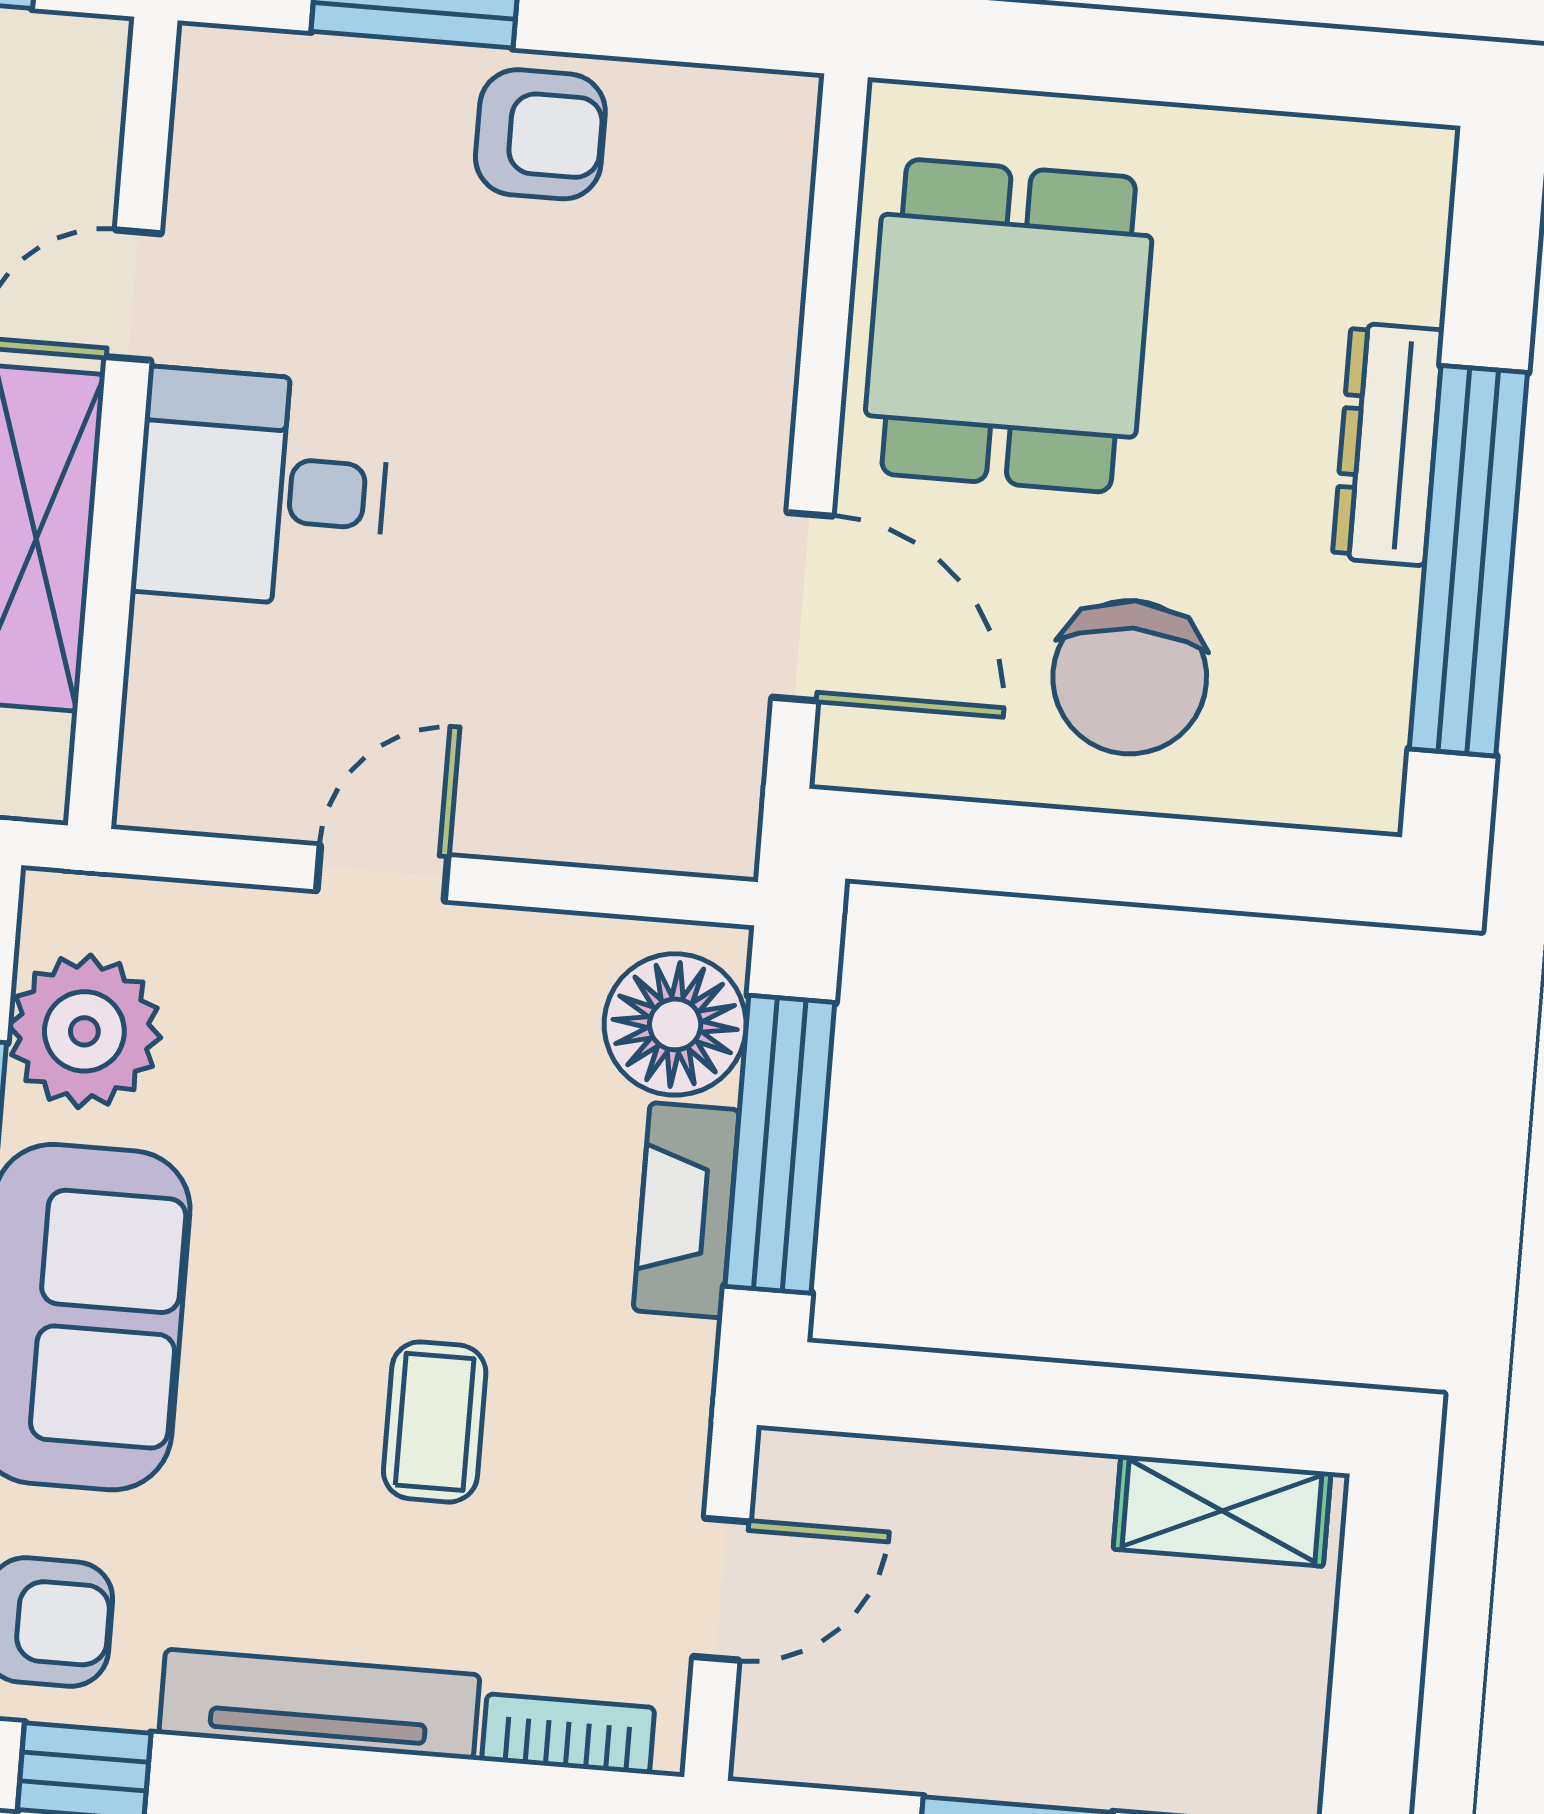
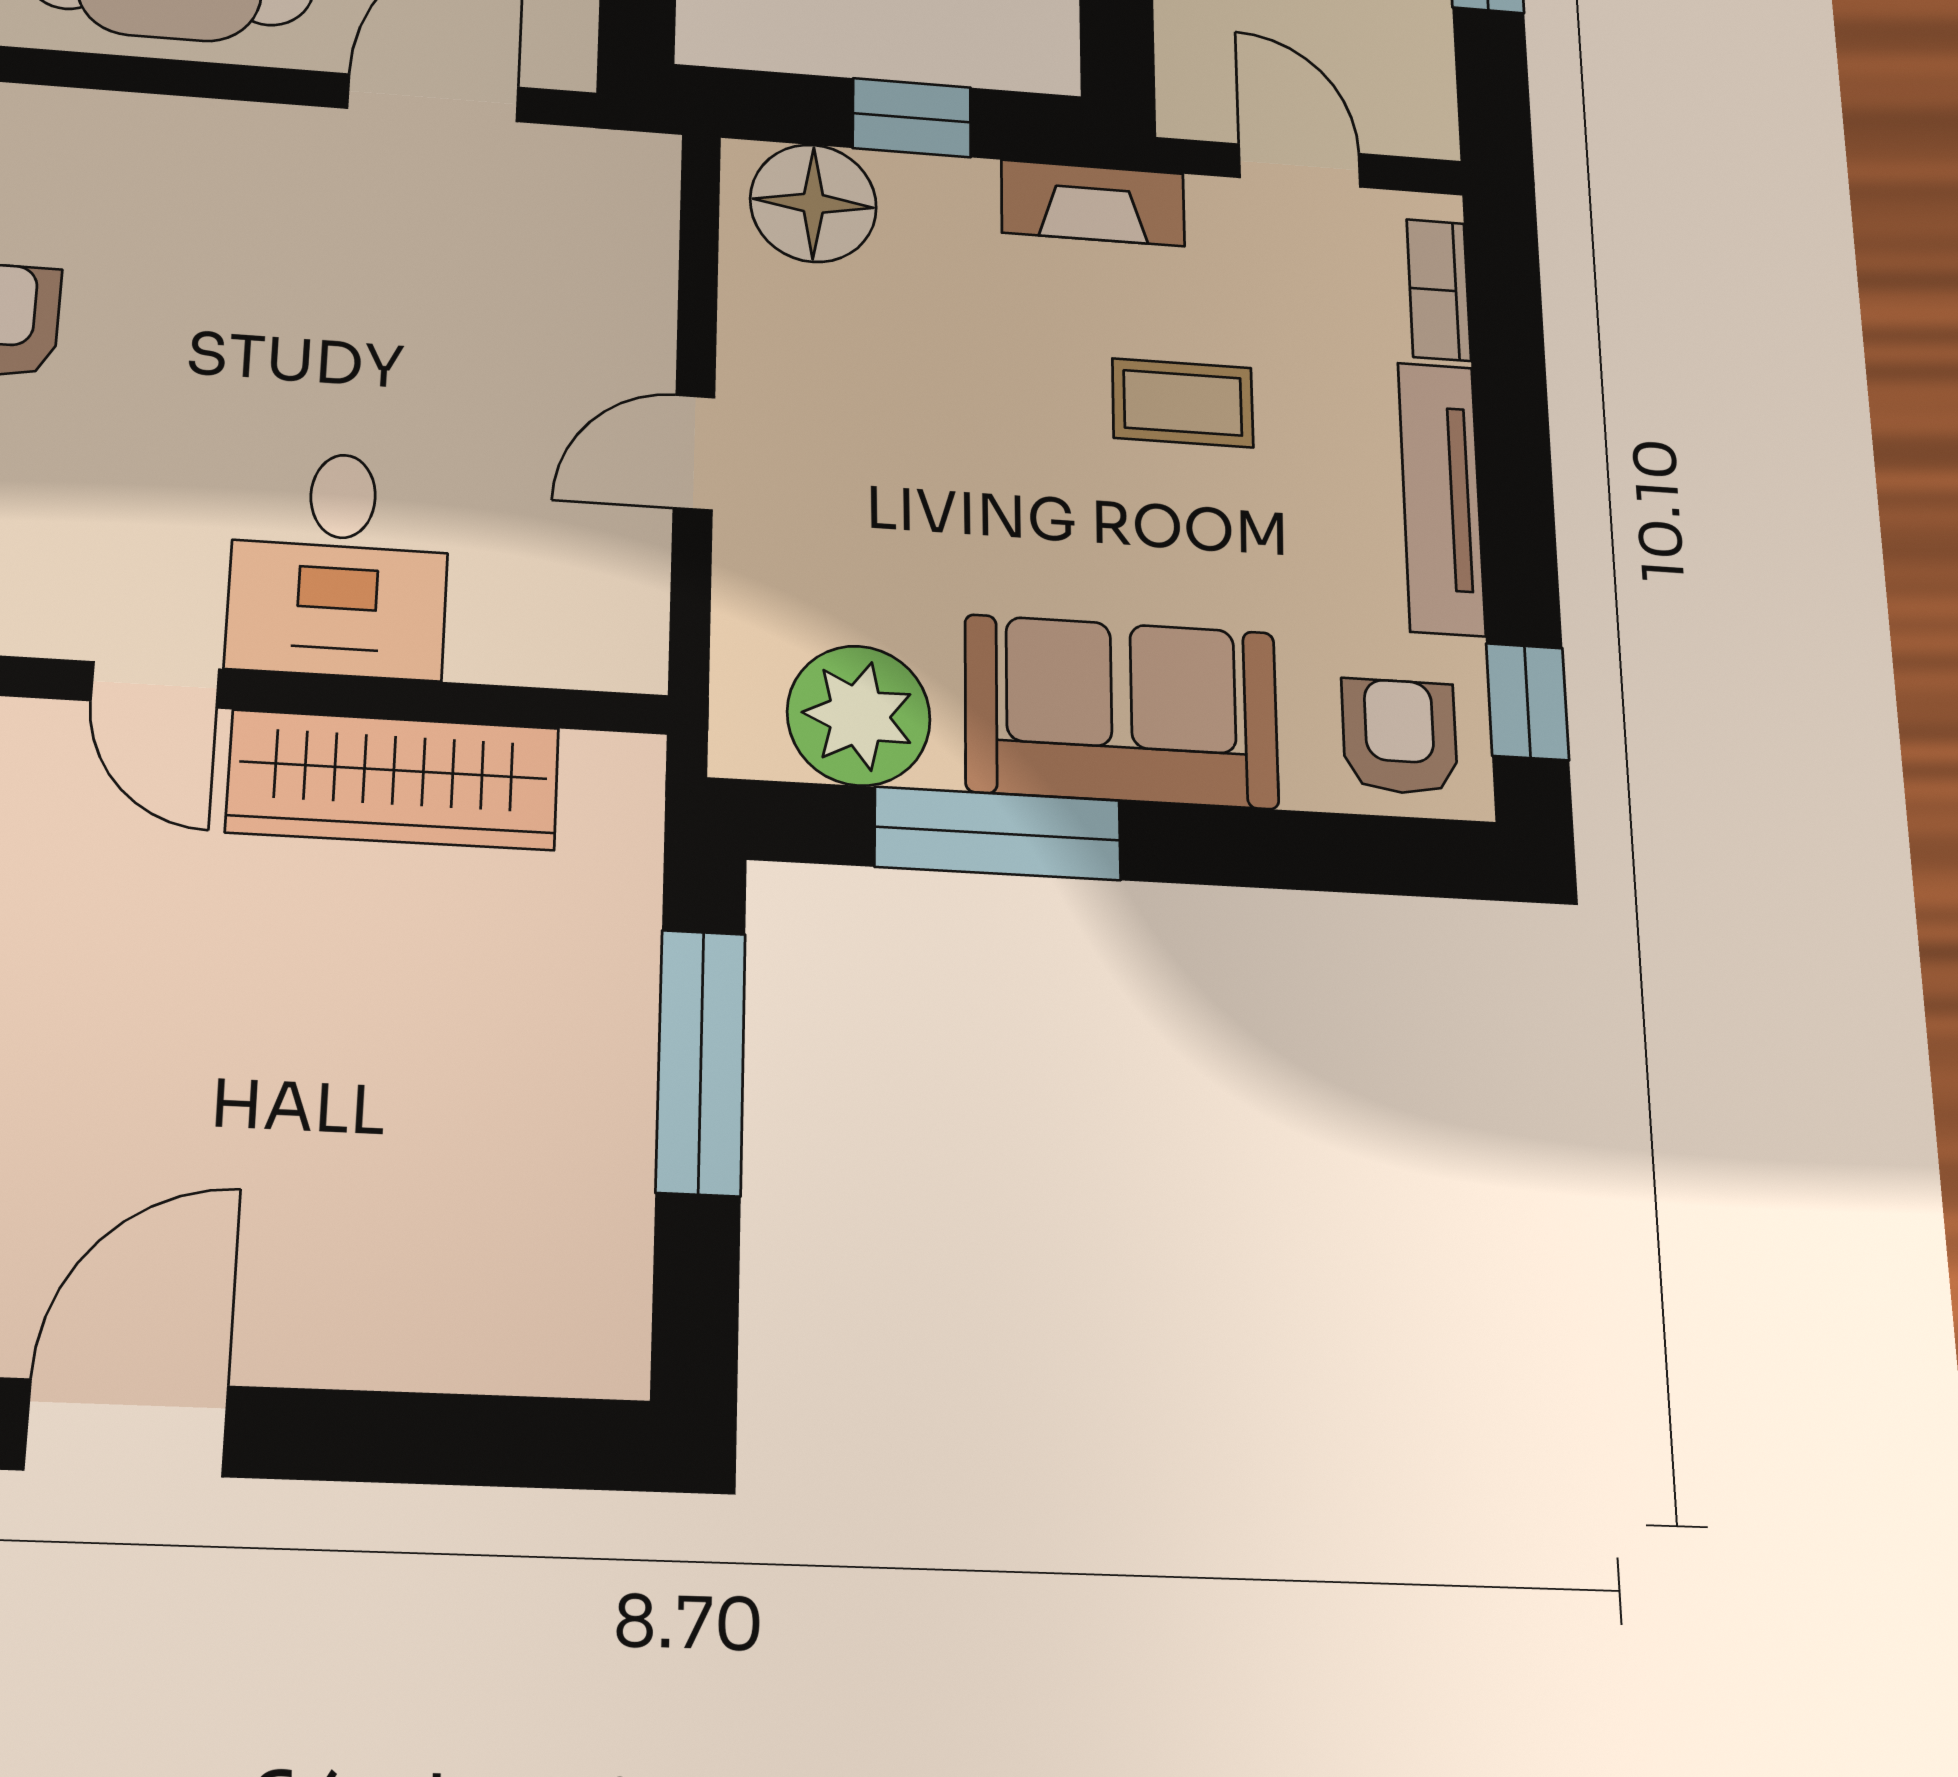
door: (382, 873) -> (694, 452), hinge flipped
window: (780, 1144) -> (912, 118), width x0.46
fireplace: (686, 1210) -> (1093, 203), moved

